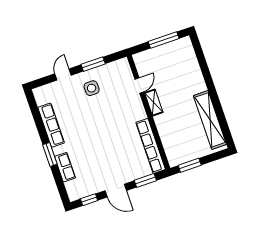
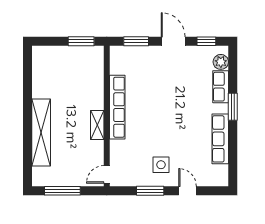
door: (63, 75) -> (188, 191), swing flipped
door: (139, 85) -> (107, 174), moved
shelving: (210, 120) -> (41, 132), moved
row of seats: (151, 146) -> (117, 107), moved
plant: (72, 187) -> (221, 62), added

